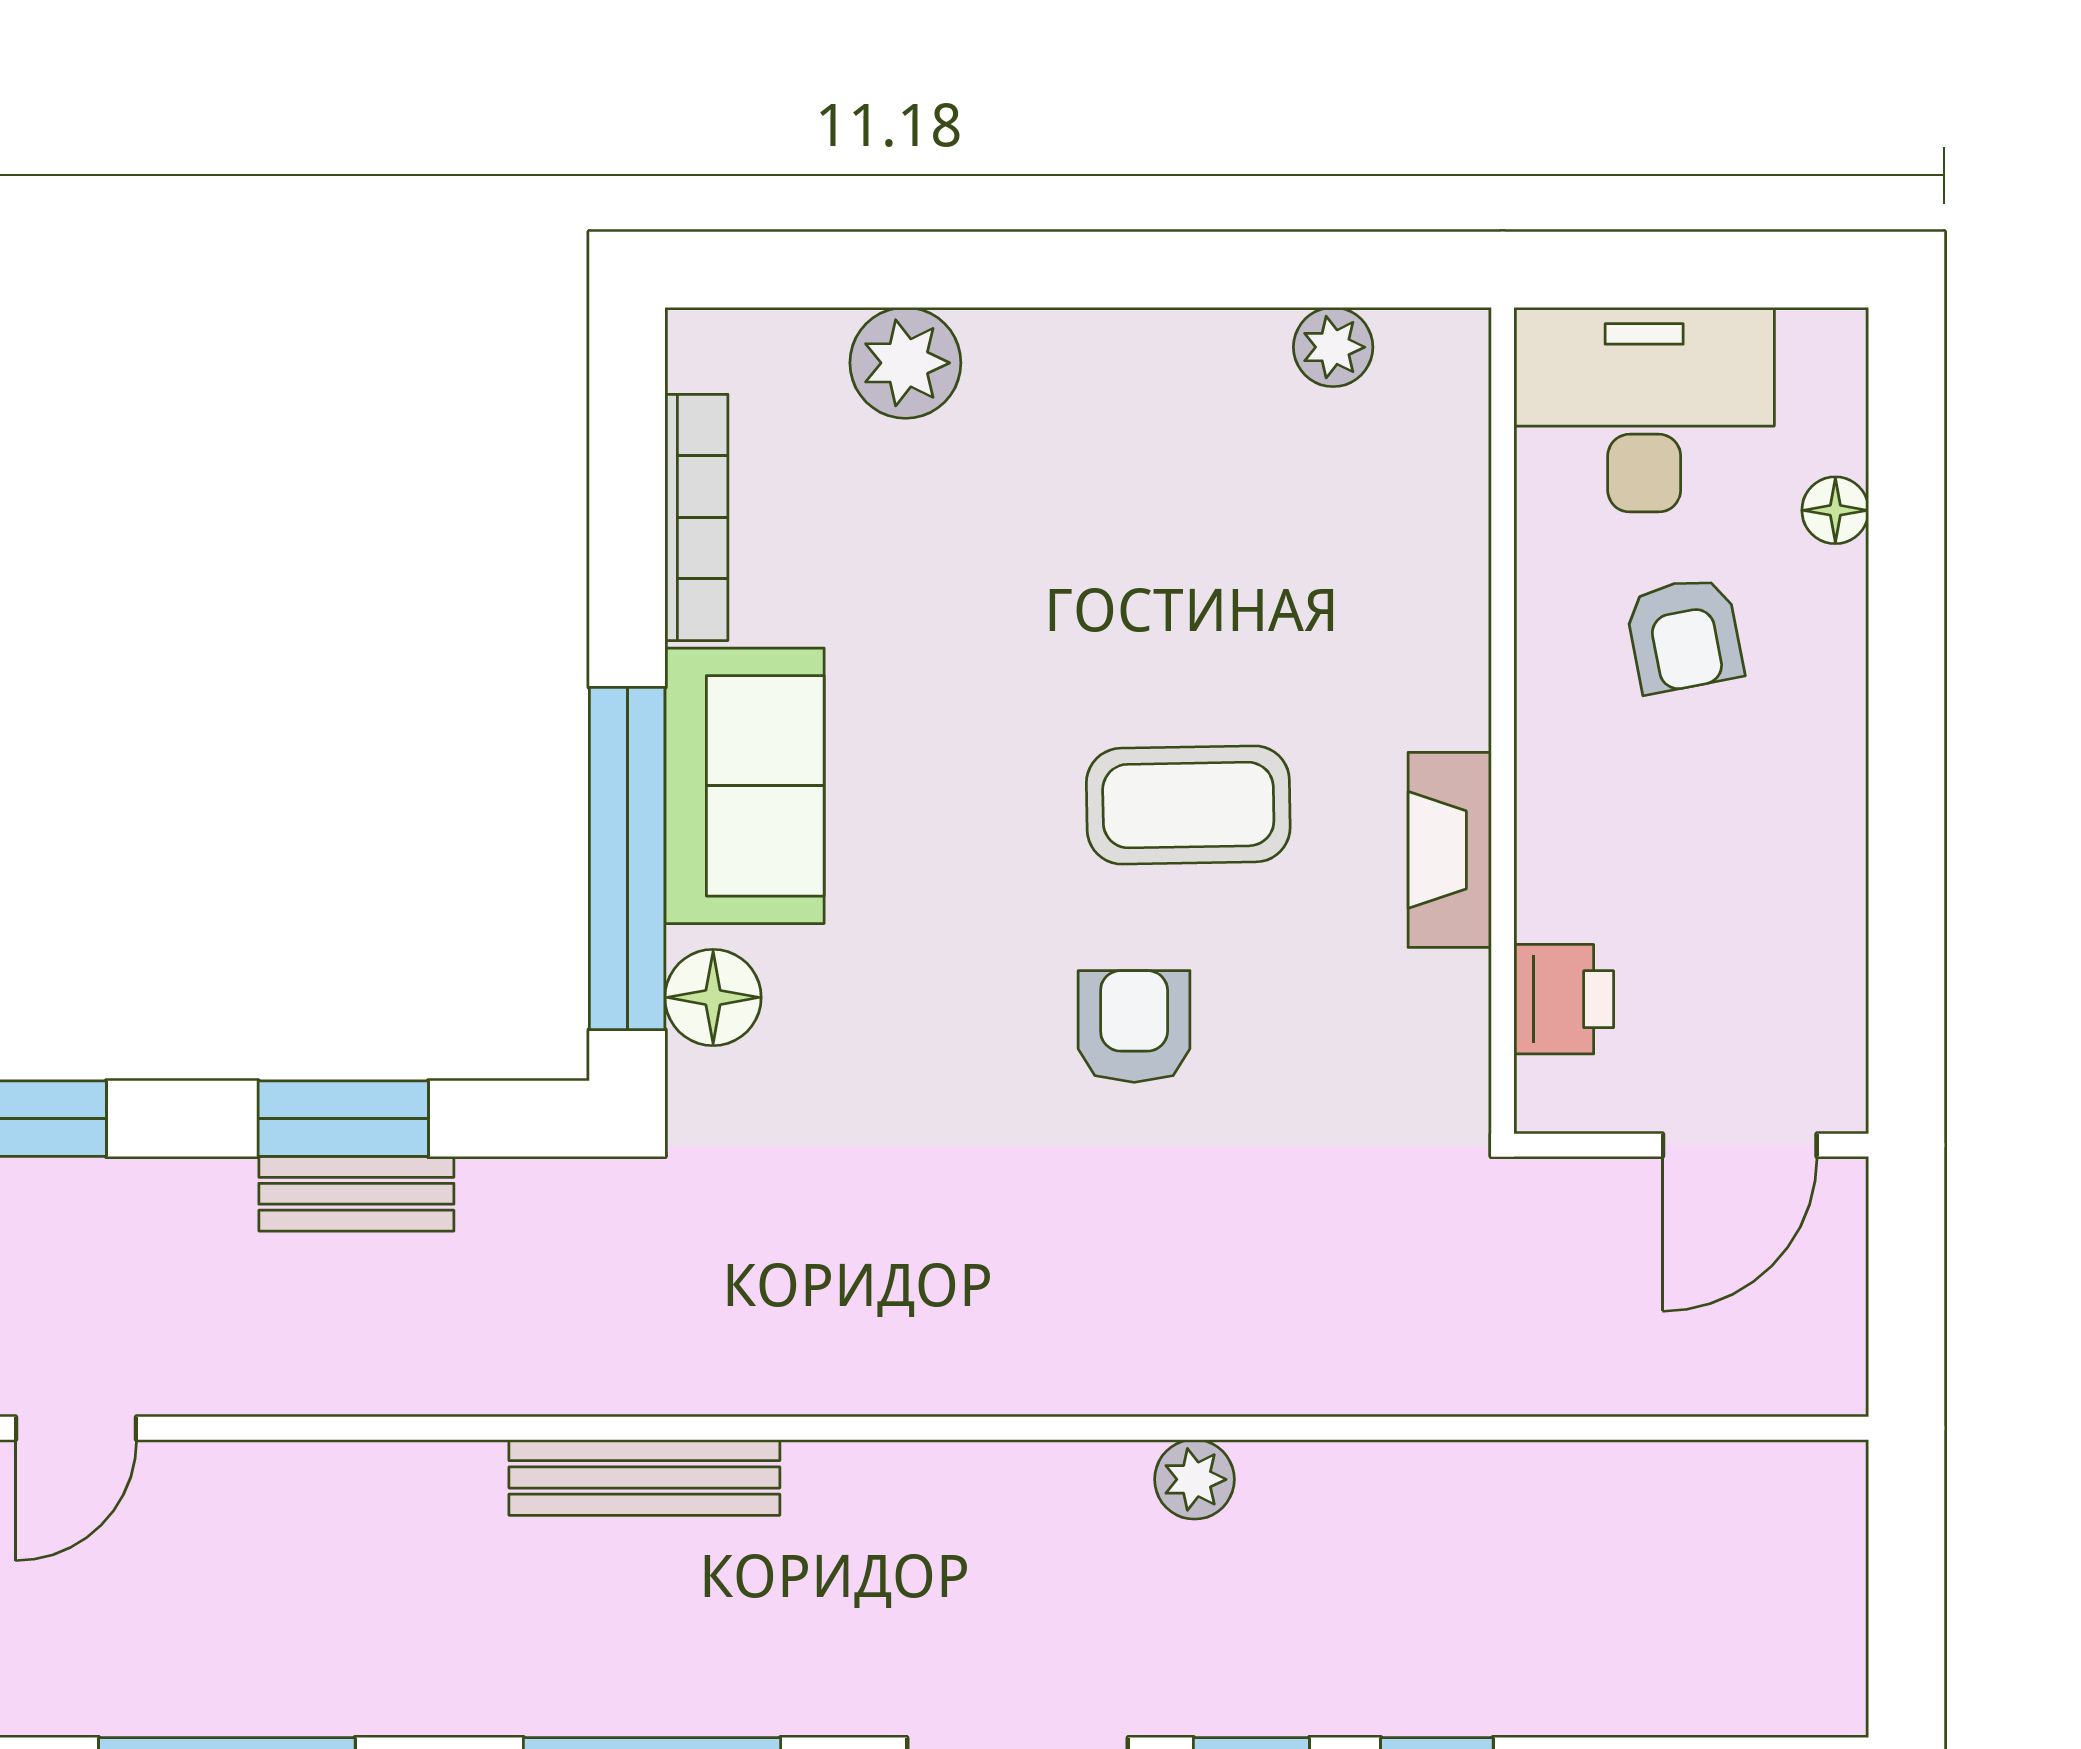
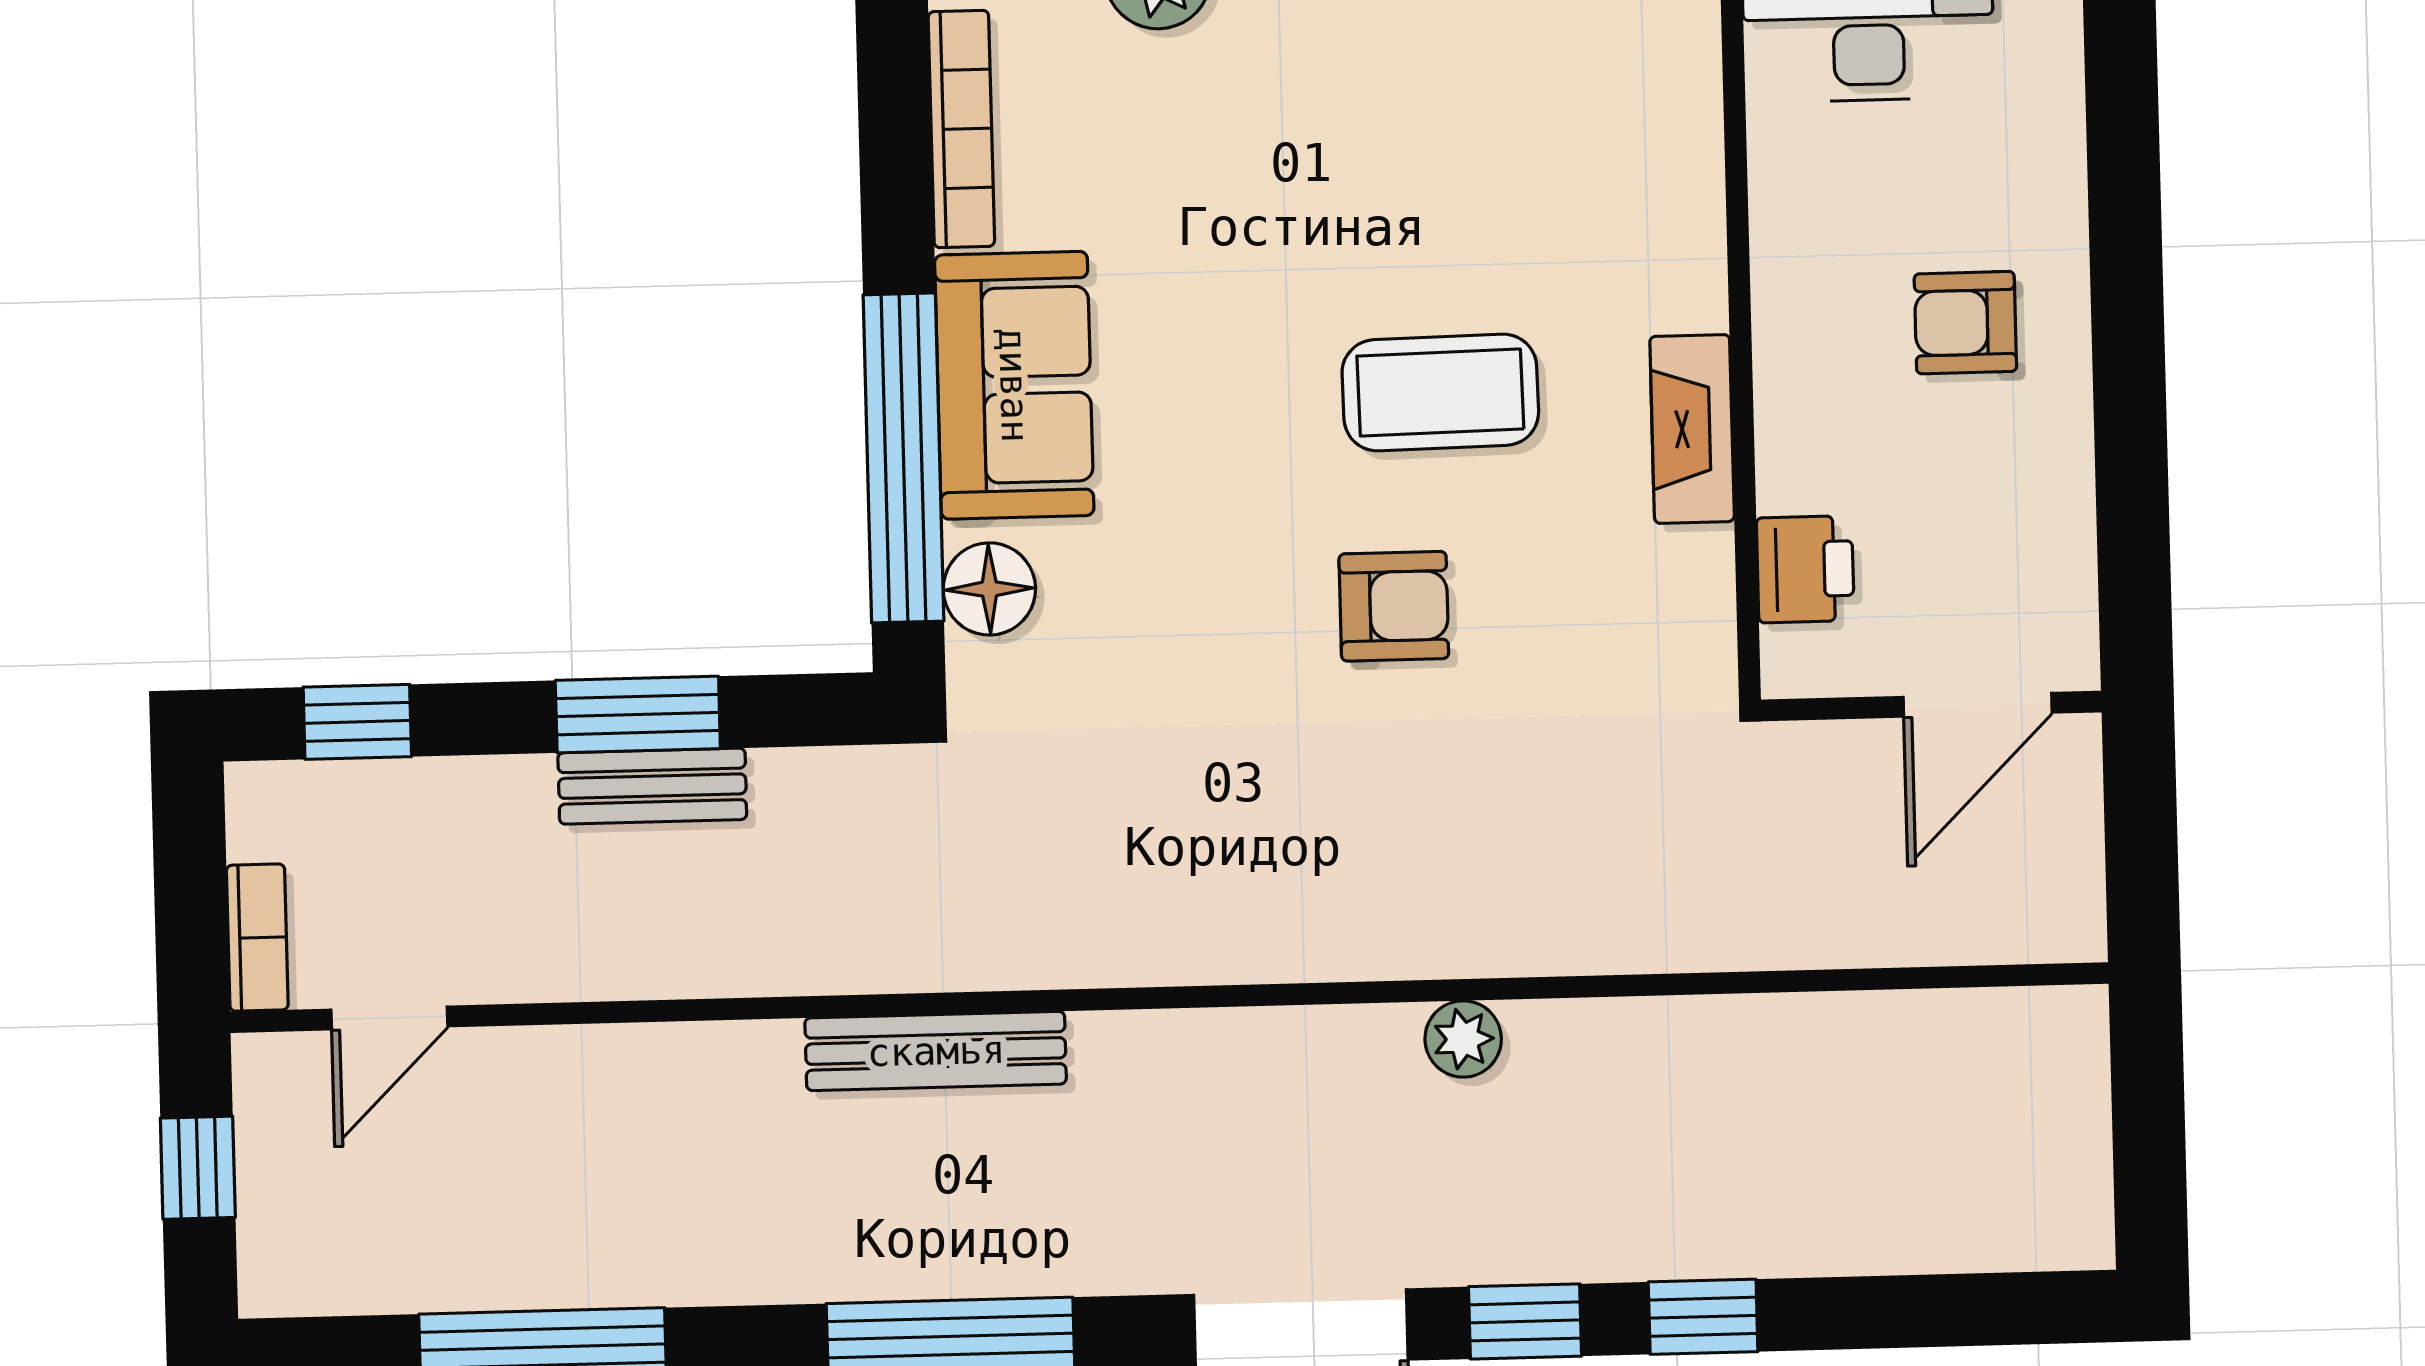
floor lamp: (1835, 510) -> (2053, 94), removed
armchair: (1684, 635) -> (1965, 323), moved, turned 101
armchair: (1134, 1026) -> (1394, 606), turned 90

